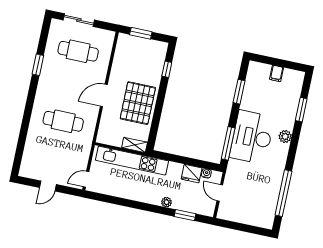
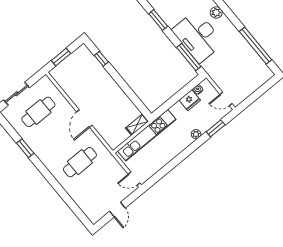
pallet: (138, 103) -> (109, 99), removed
door: (86, 179) -> (134, 179), hinge flipped
door: (220, 193) -> (226, 99), moved

